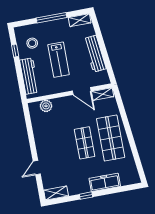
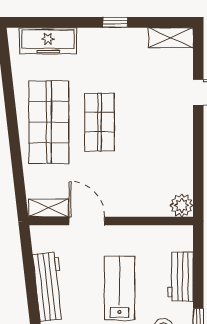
workbench: (29, 76) -> (180, 277), width x0.73
plant: (46, 106) -> (182, 205), moved
freezer: (105, 182) -> (48, 41), moved

